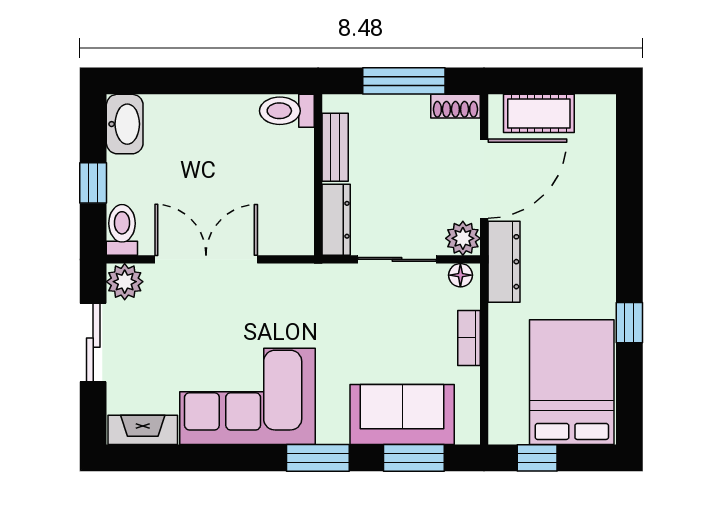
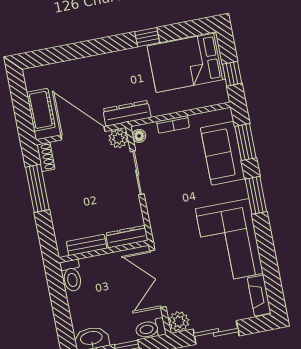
toilet: (287, 111) -> (72, 276), moved
bench: (335, 147) -> (87, 245), moved
wall: (318, 175) -> (104, 251), moved
dresser: (336, 220) -> (127, 237), moved

